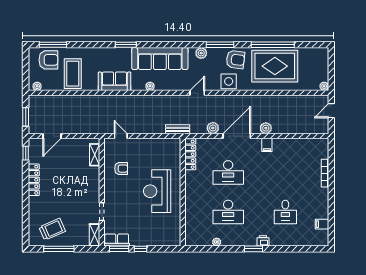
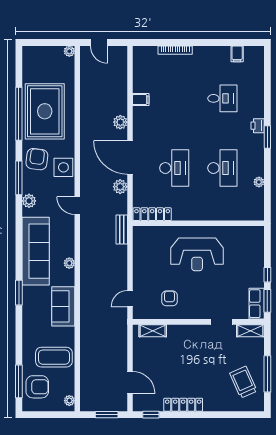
armchair: (48, 60) -> (37, 387), turned 90
filing cabinet: (267, 145) -> (141, 100), moved

